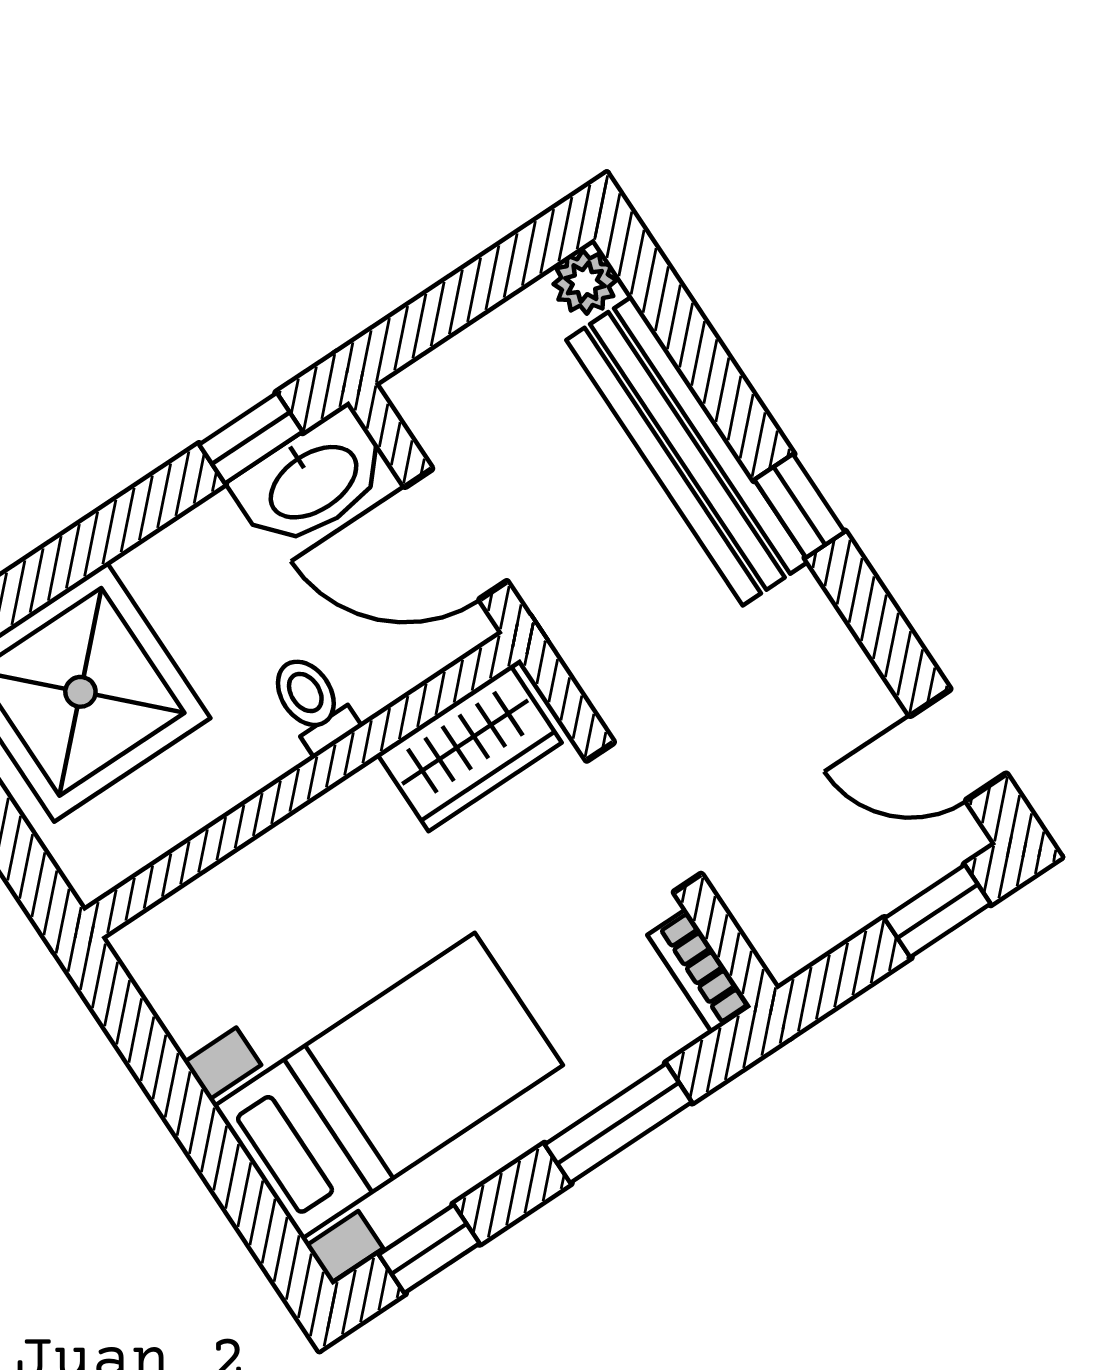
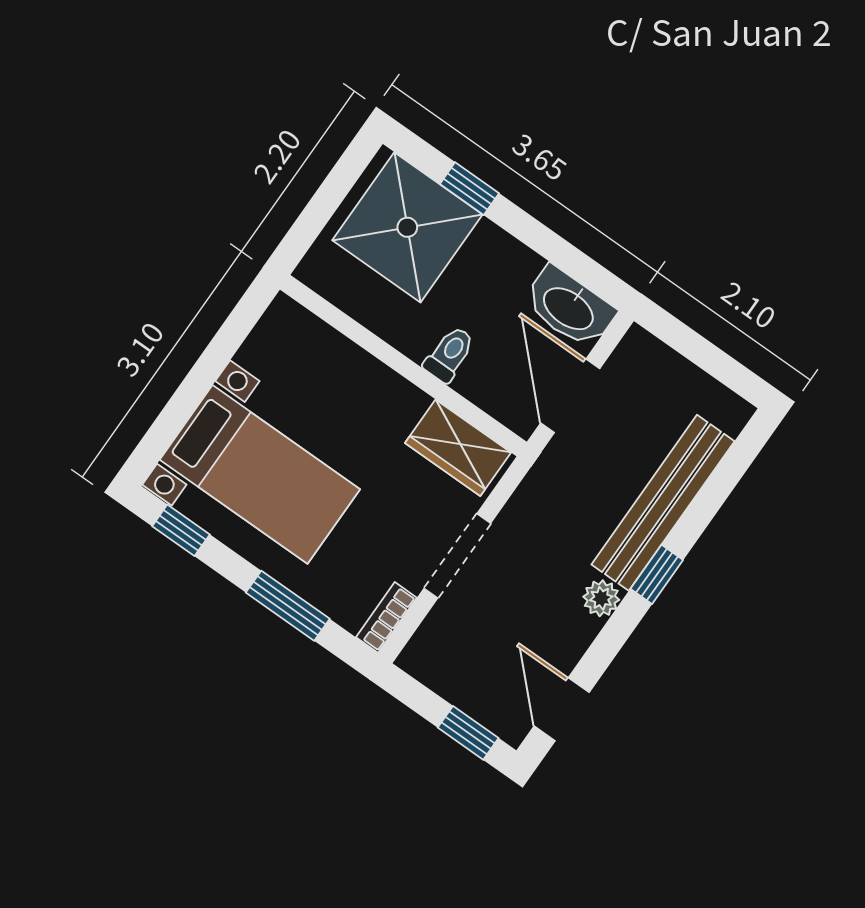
plant: (585, 282) -> (601, 598), moved
window: (251, 438) -> (469, 189), moved

